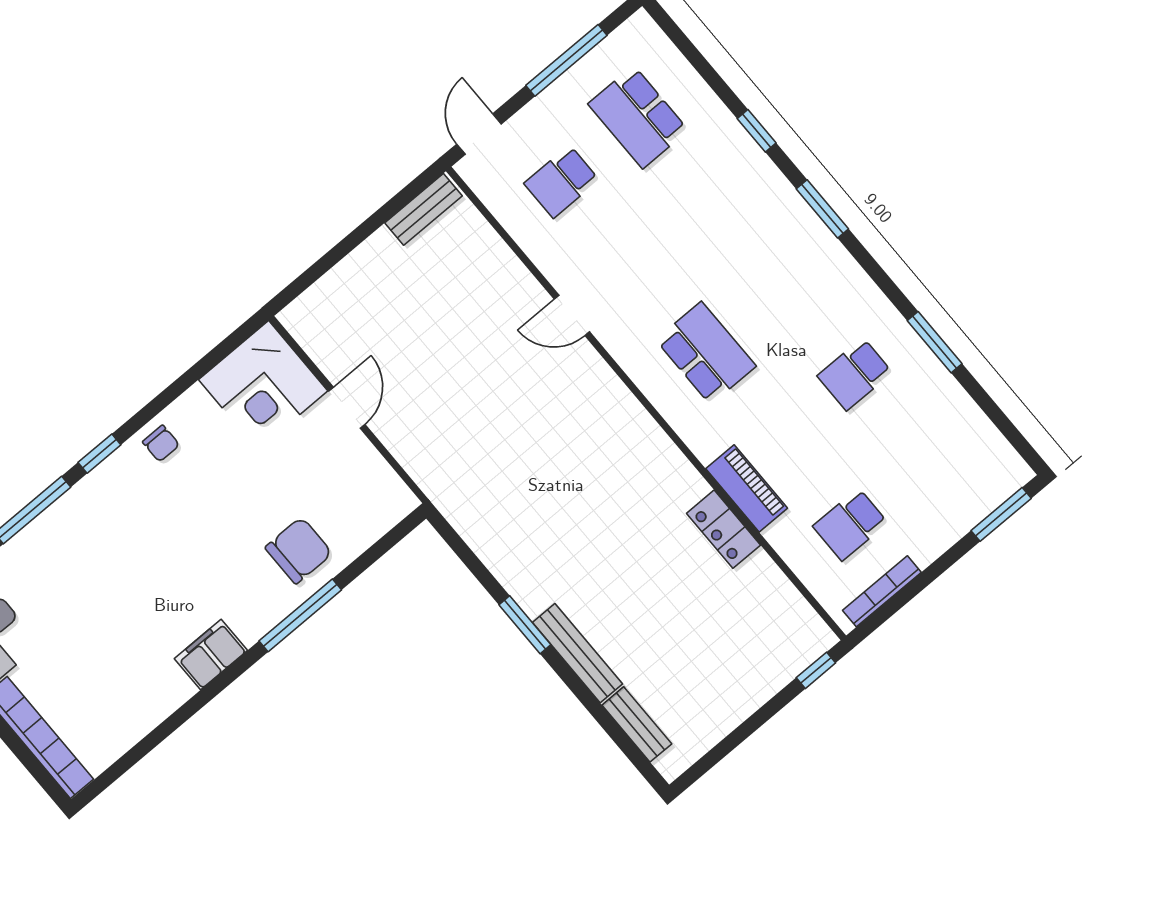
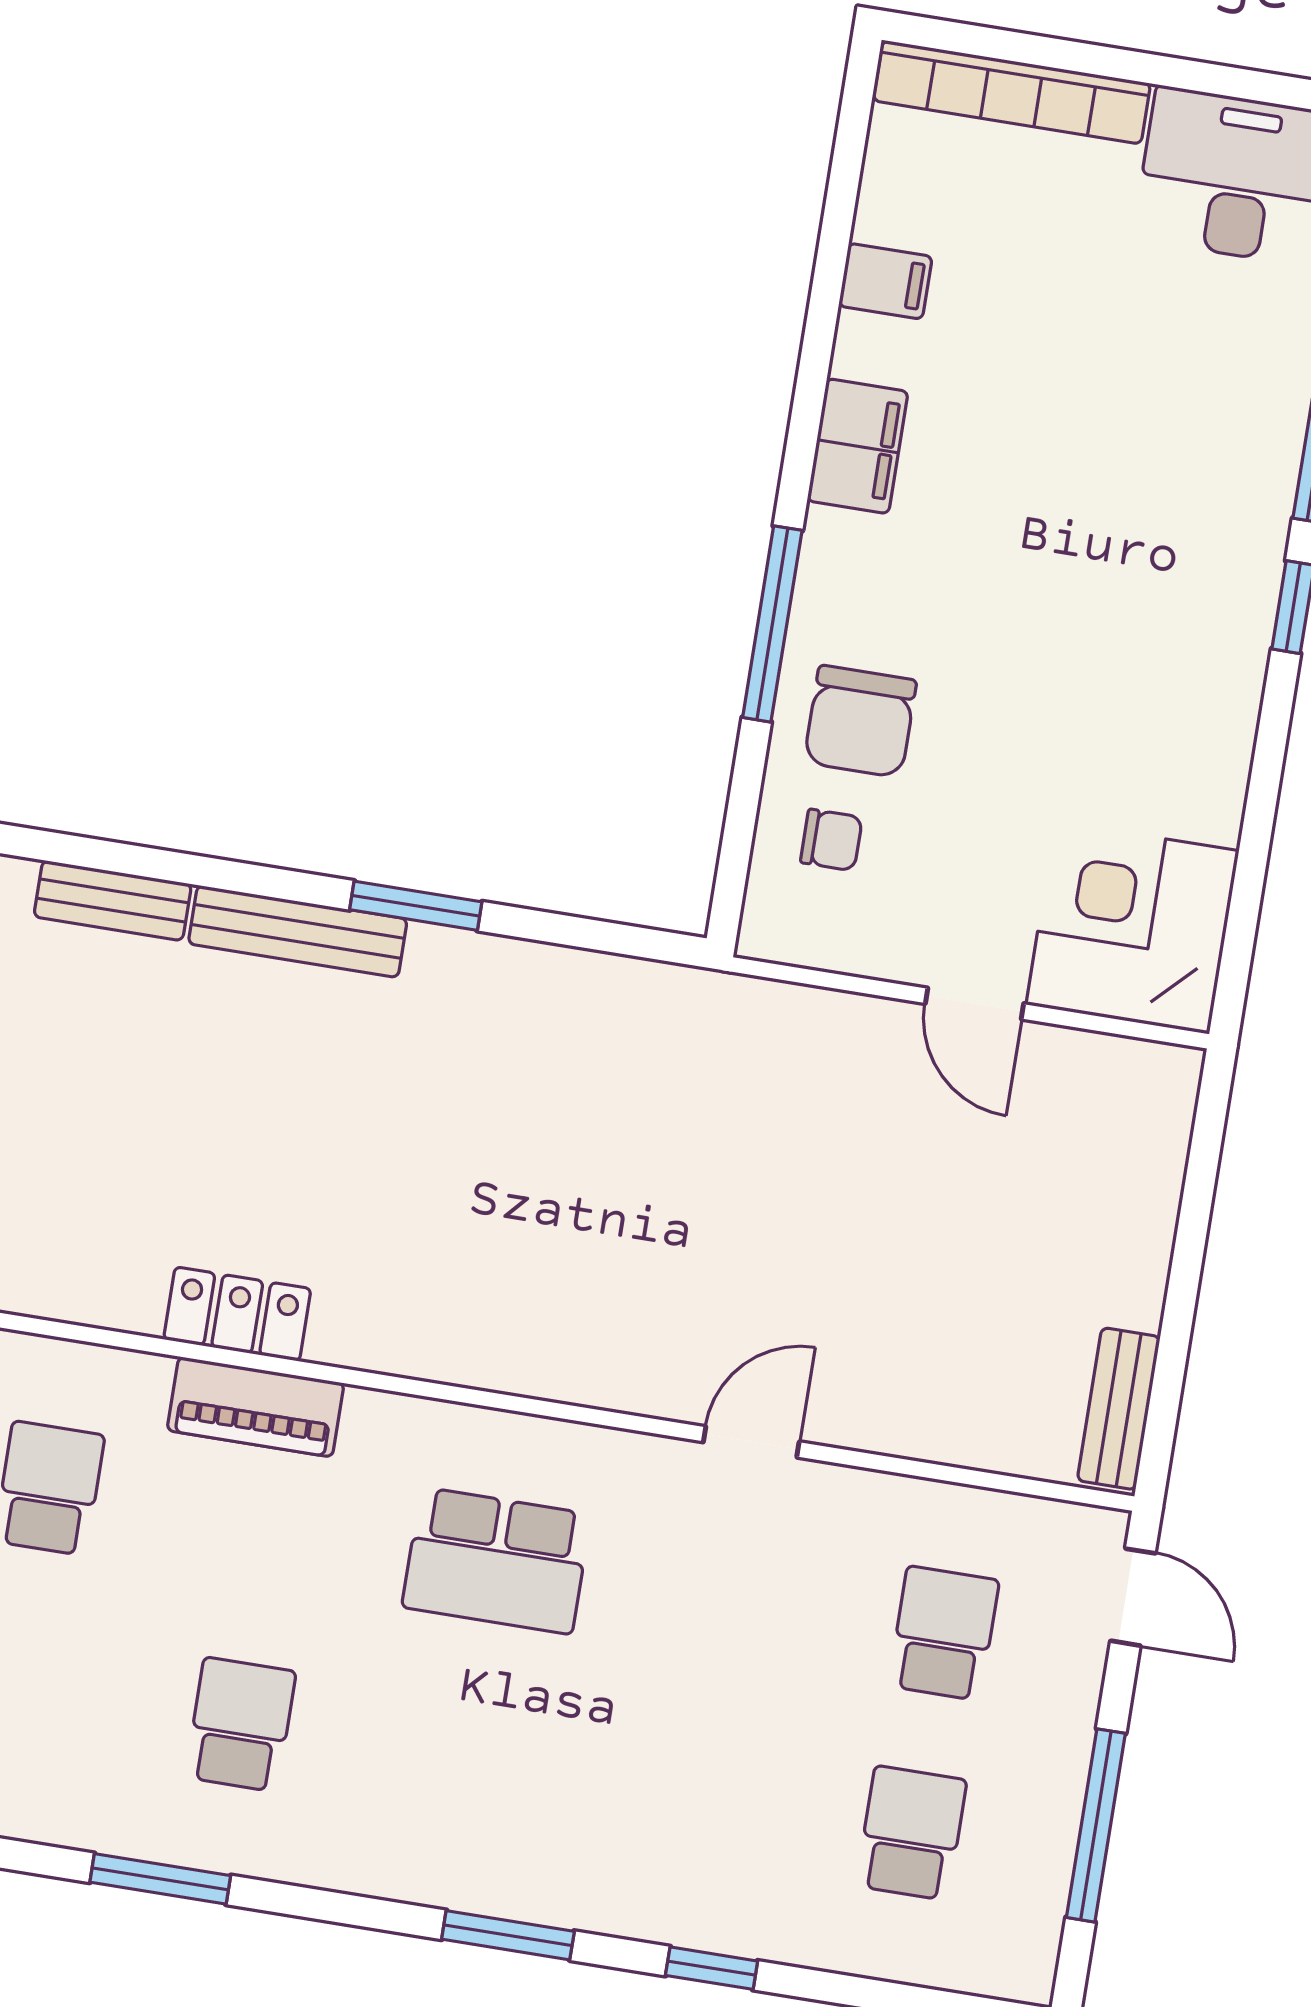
school desk: (638, 117) -> (911, 1833), width x0.54
chair: (161, 443) -> (831, 840), moved, turned 180
filing cabinet: (147, 707) -> (885, 281), added

